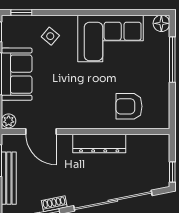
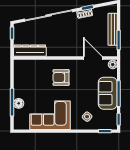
floor lamp: (161, 23) -> (19, 103), moved
armchair: (129, 106) -> (61, 78), moved, turned 180
dresser: (99, 143) -> (30, 51), moved

